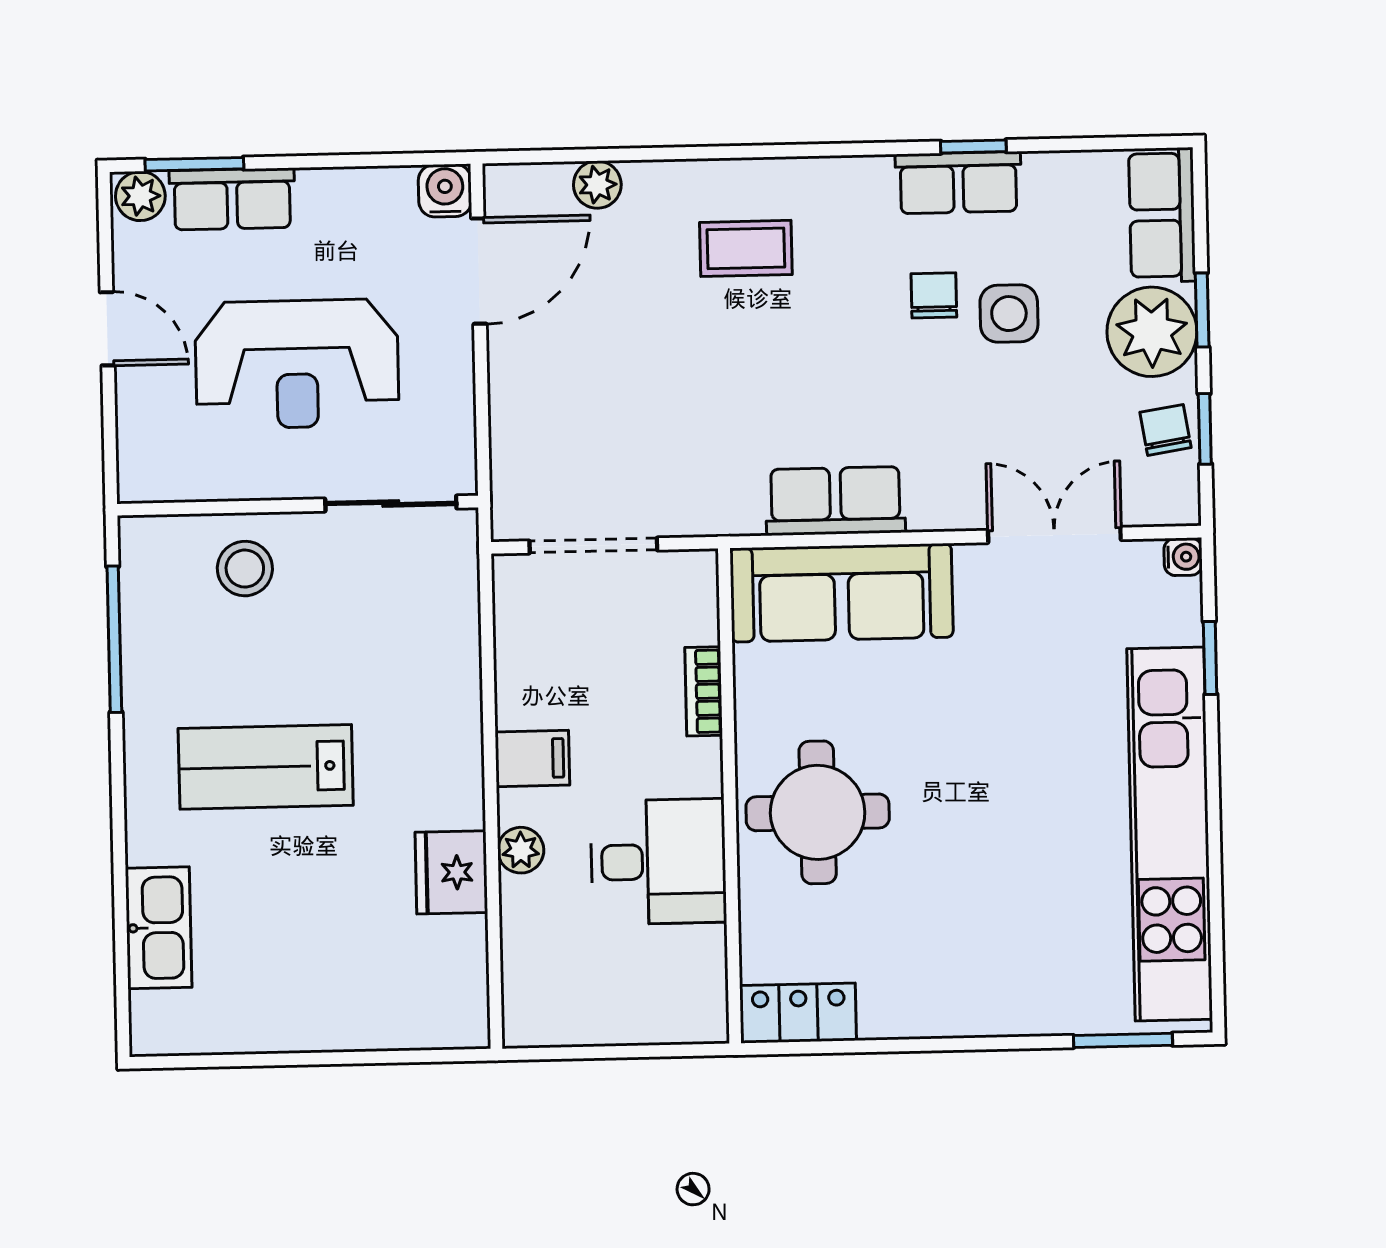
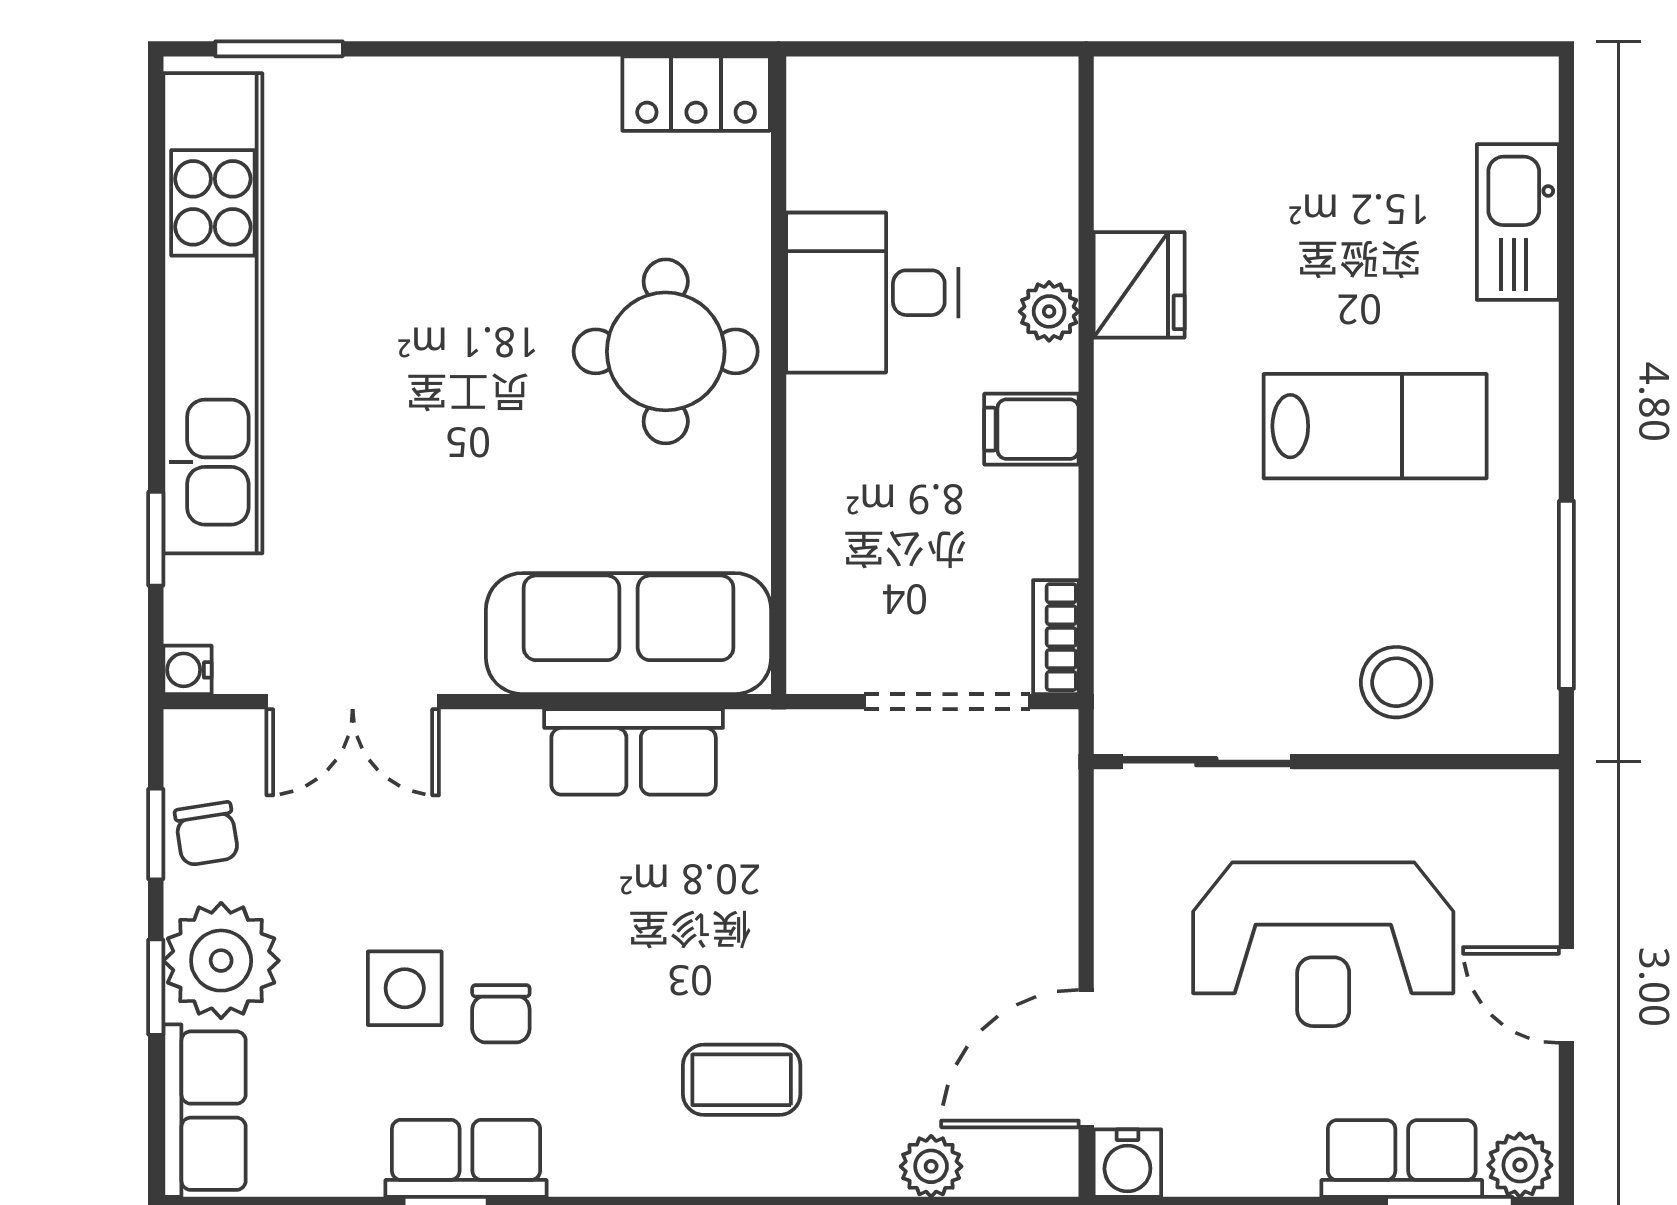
reception desk: (297, 364) -> (1323, 944), turned 180
bookcase: (704, 691) -> (1056, 637), moved, turned 180

